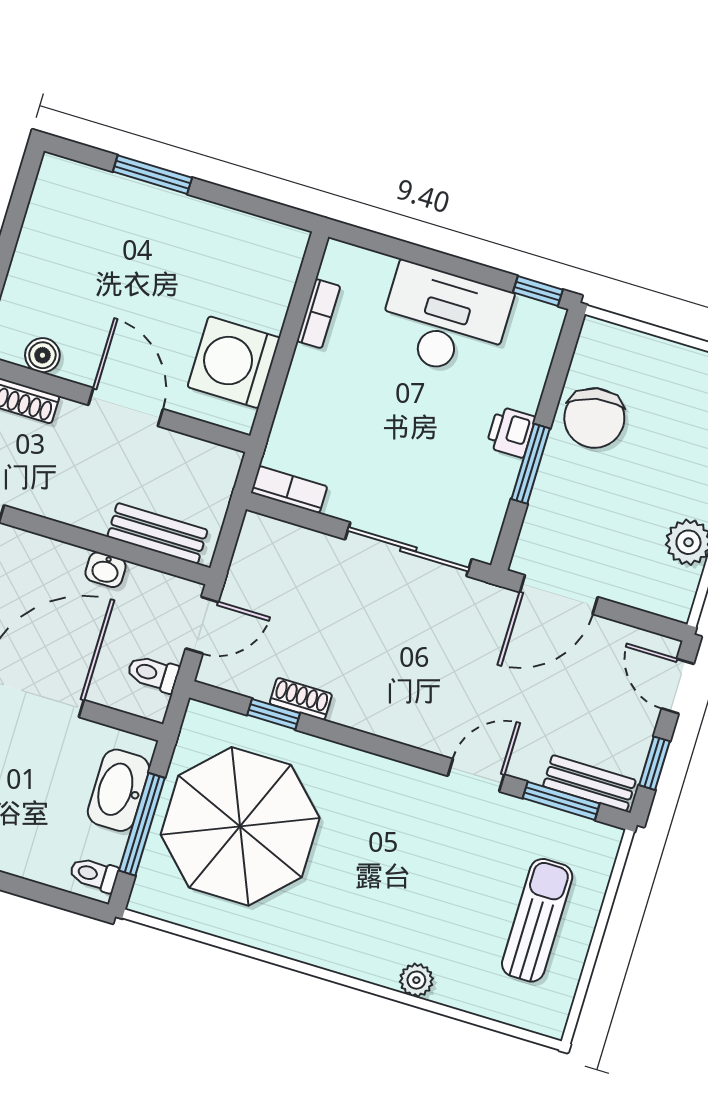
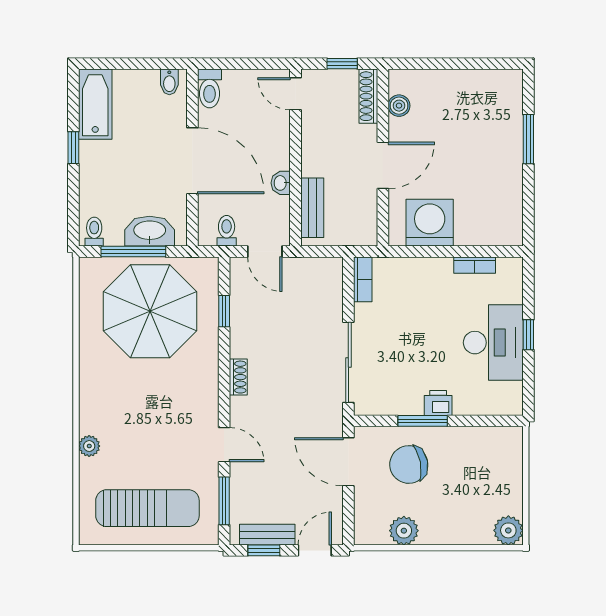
window: (538, 291) -> (528, 335), moved
chair: (594, 418) -> (409, 465), moved
shoe rack: (301, 699) -> (238, 377), moved
bench: (589, 783) -> (267, 535), moved, turned 90
sun lounger: (537, 920) -> (147, 508), width x1.36, depth x1.34

